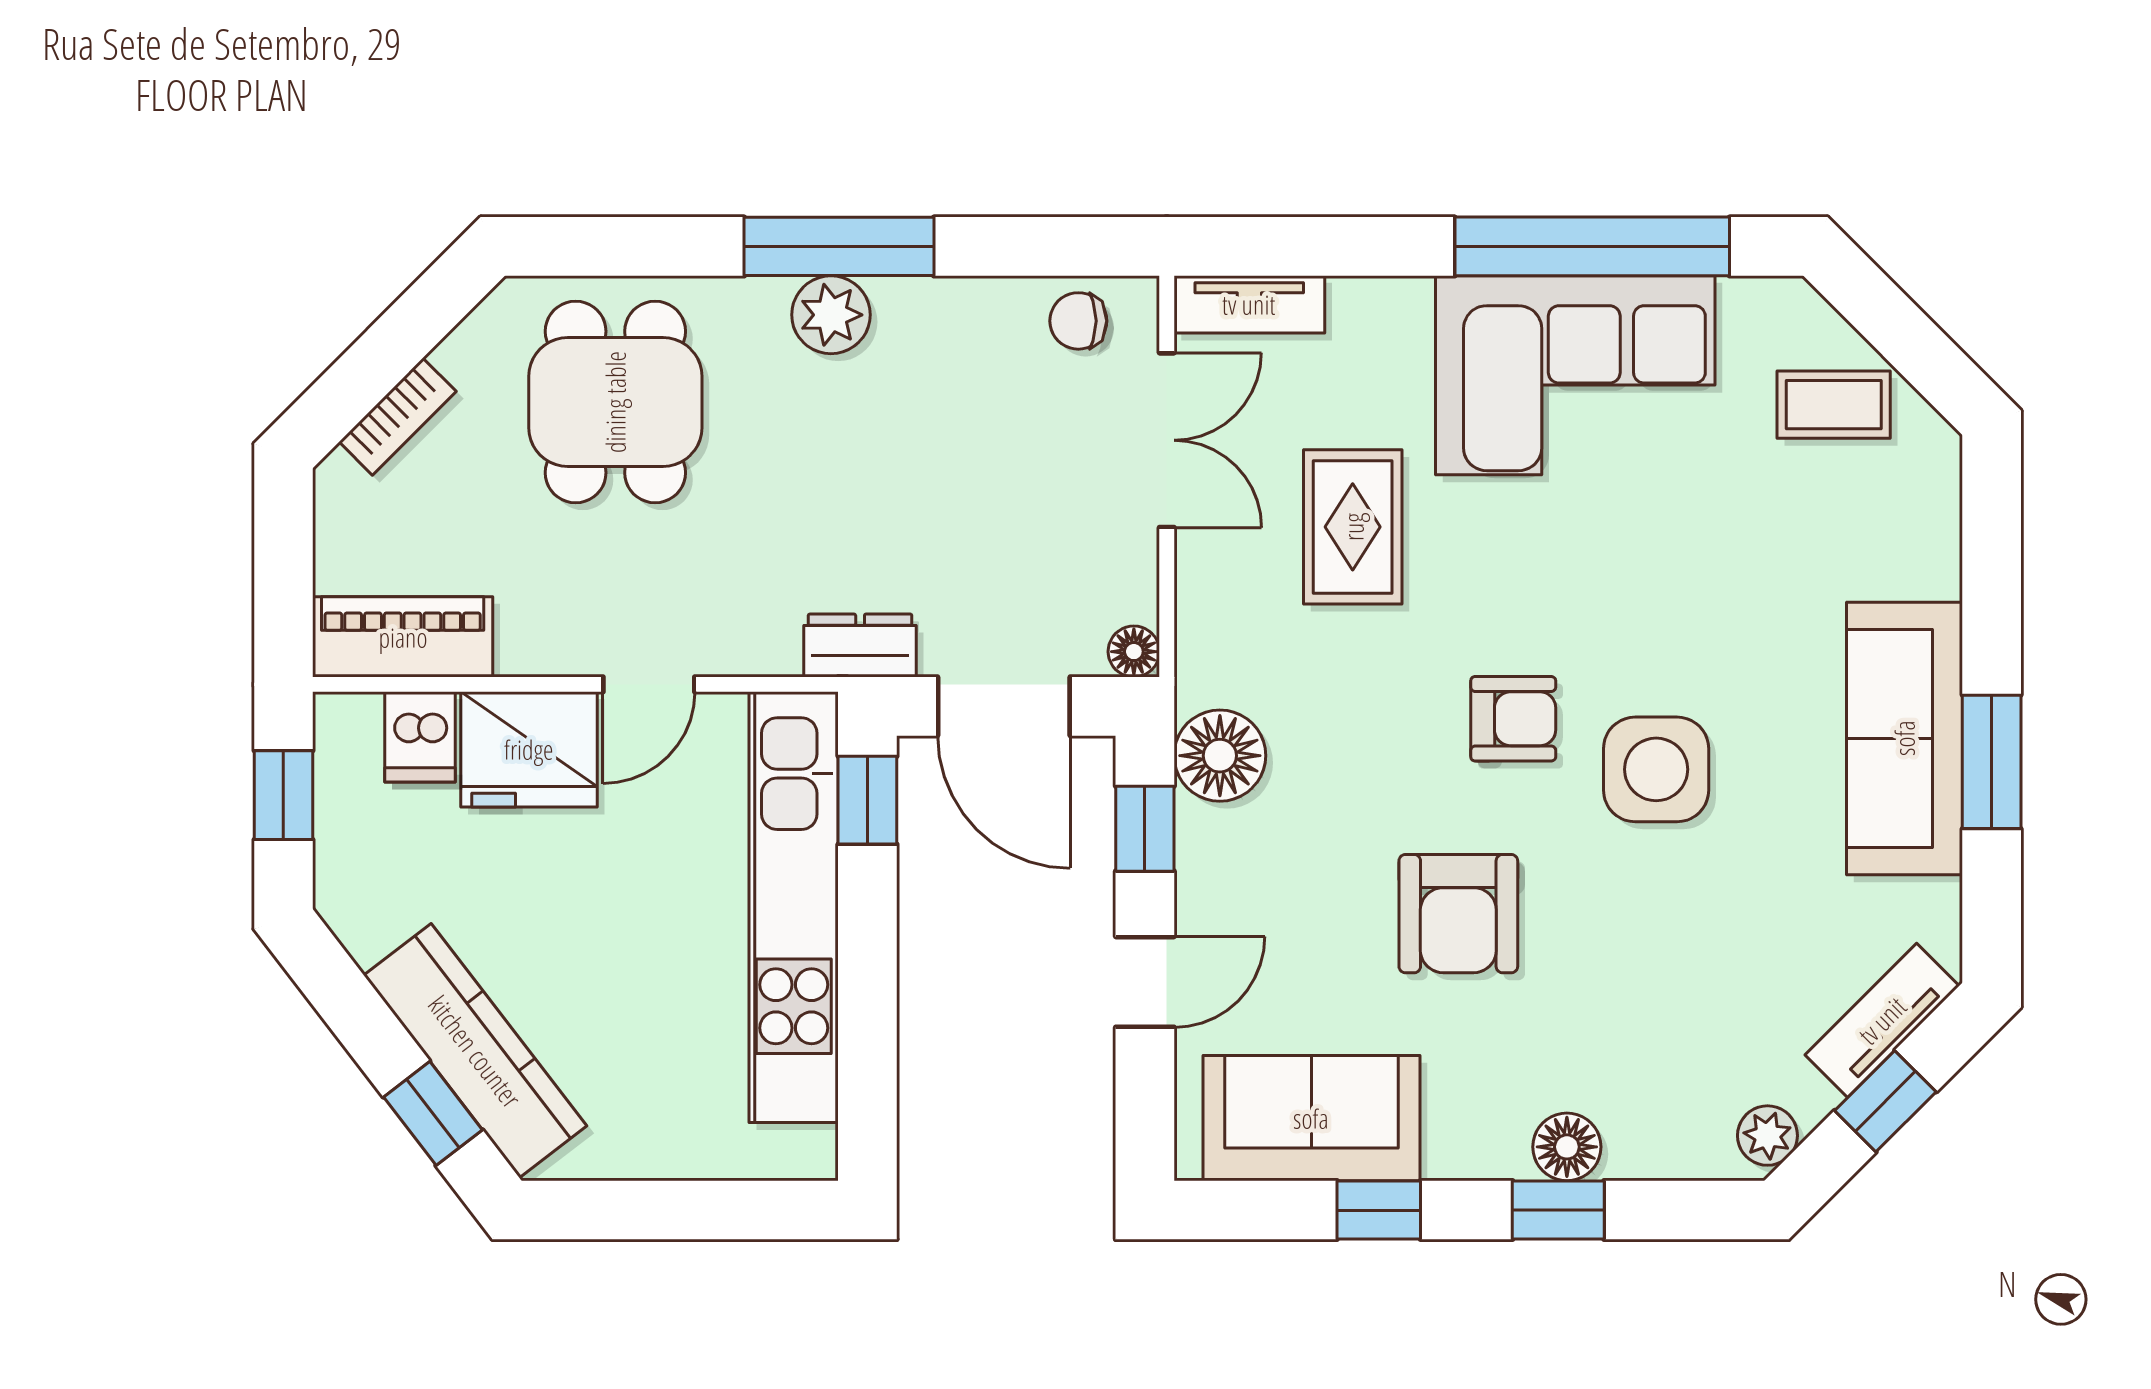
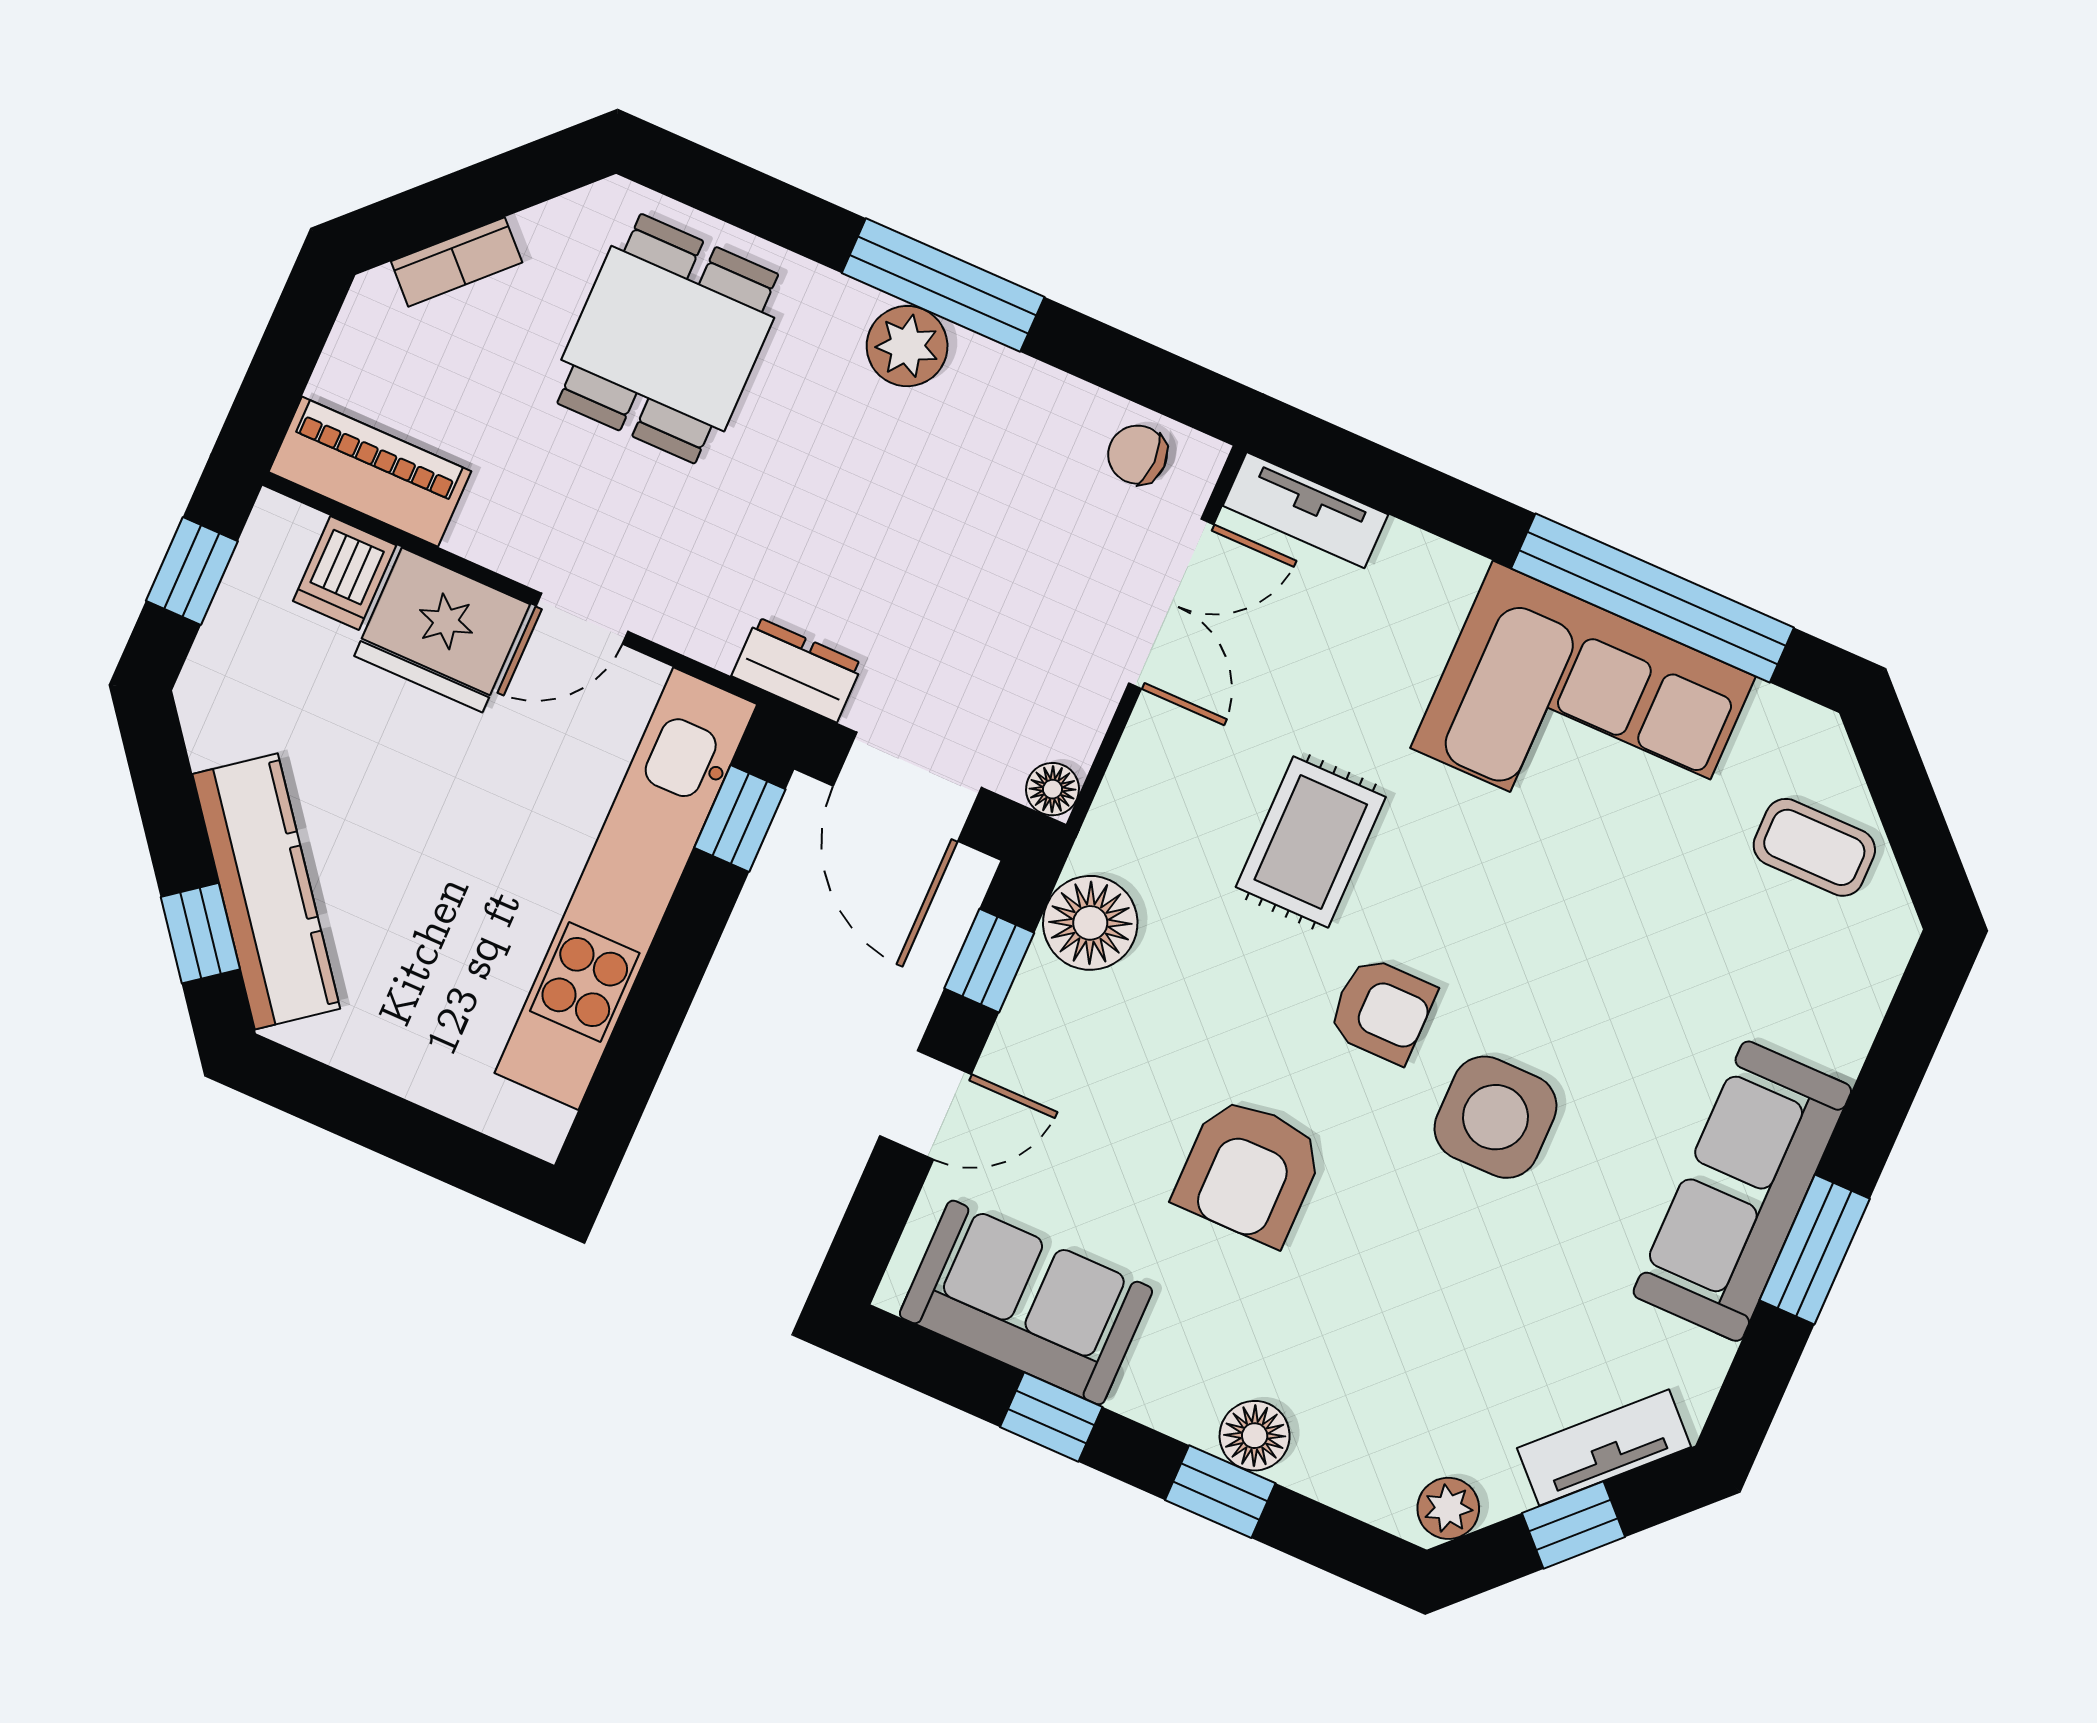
rug: (1353, 527) -> (1311, 842), moved

